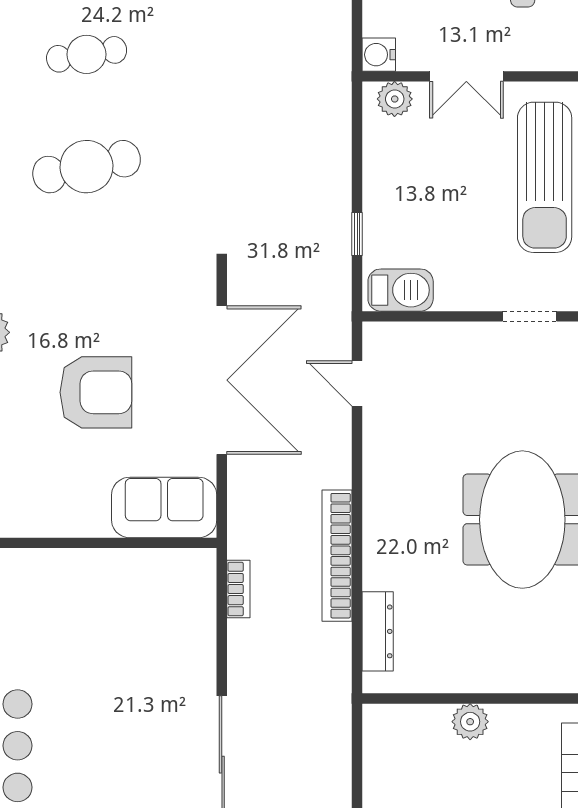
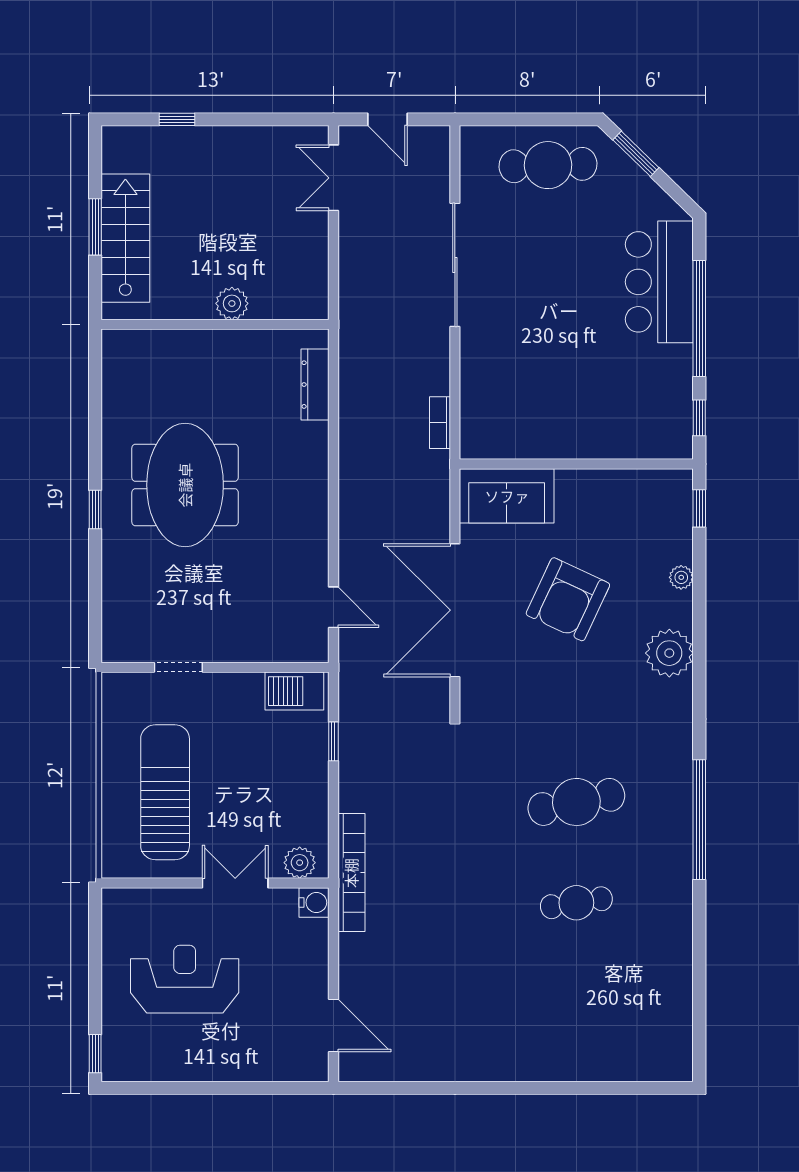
armchair: (96, 392) -> (568, 599), turned -65
bookcase: (337, 556) -> (351, 873), moved

